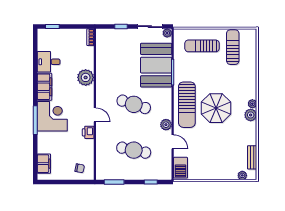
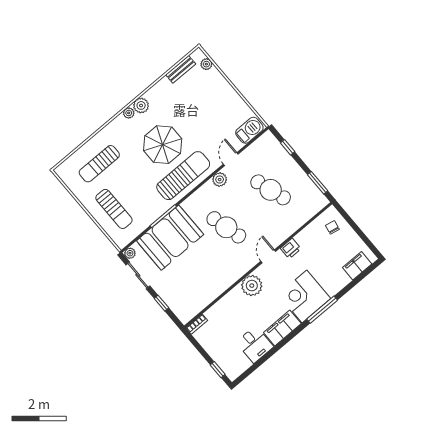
sun lounger: (233, 47) -> (99, 164), moved
plant: (86, 77) -> (252, 286), moved
cafe table: (134, 104) -> (226, 227), turned -33
cafe table: (134, 150) -> (271, 190), turned -30

